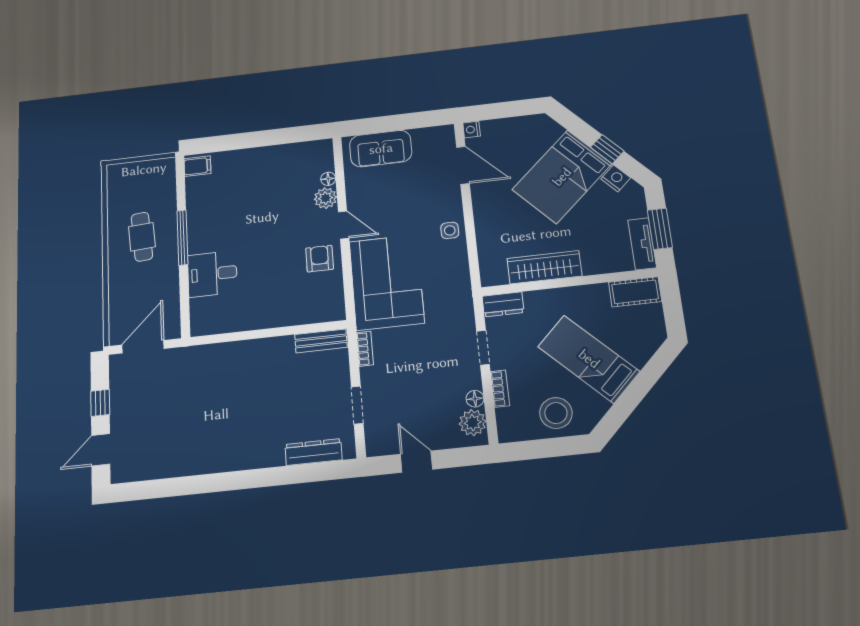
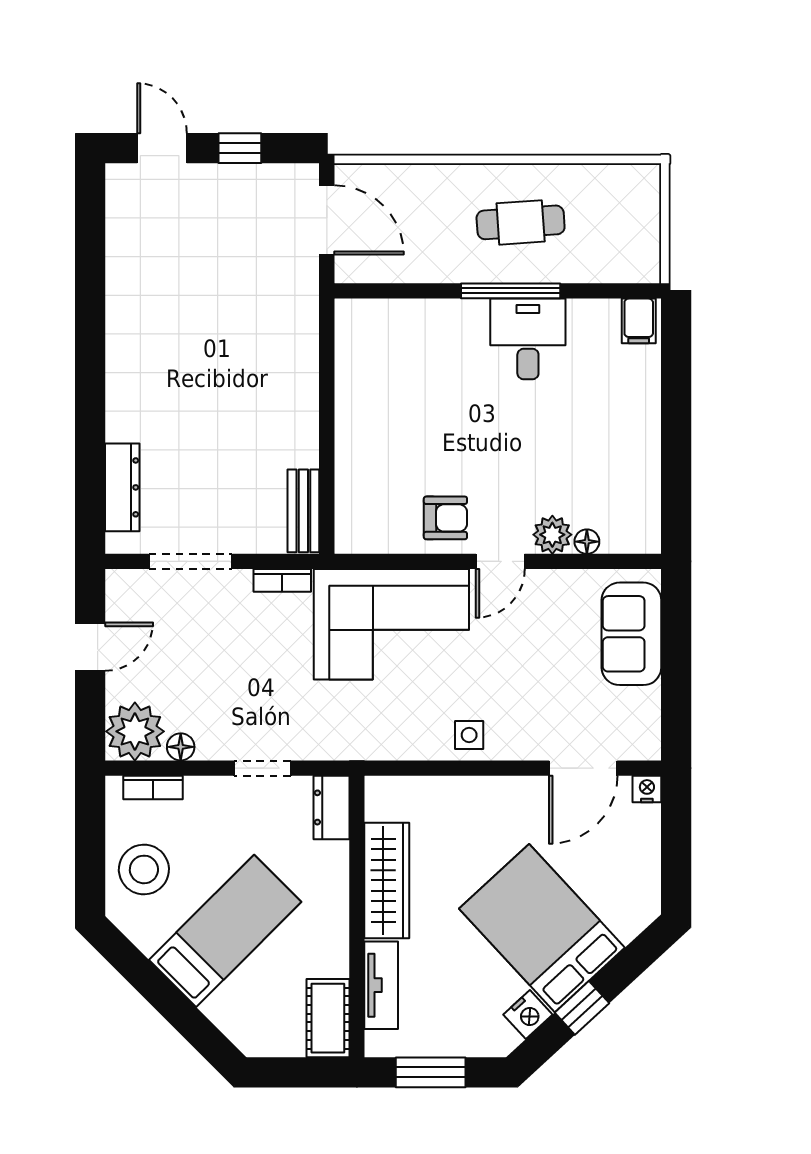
tv unit: (642, 244) -> (381, 985), moved, turned 90
desk: (212, 274) -> (528, 339), moved
bookcase: (500, 389) -> (153, 787), moved
doorway: (357, 405) -> (191, 561), width x1.38
plant: (473, 423) -> (135, 731), width x1.36, depth x1.36

